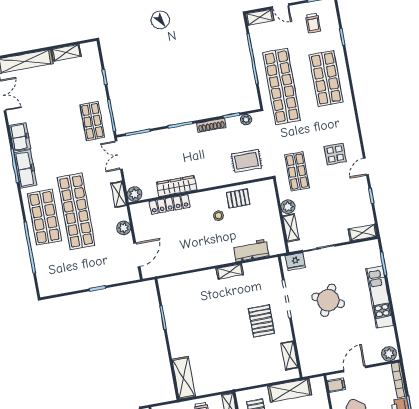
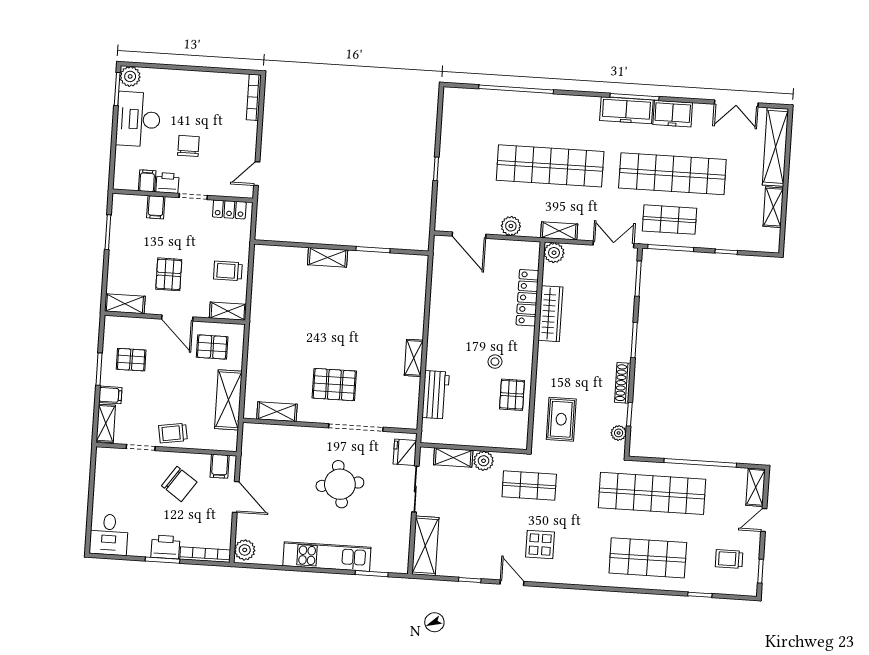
shop shelf: (44, 217) -> (672, 174), moved, width x1.40
shelving: (363, 233) -> (425, 546), width x1.50, depth x1.33
round table: (328, 300) -> (340, 484), turned -35
shelving: (184, 378) -> (328, 257), moved, width x0.67, depth x0.75

